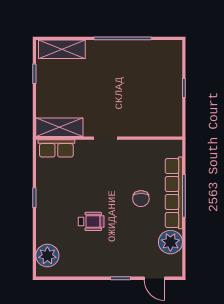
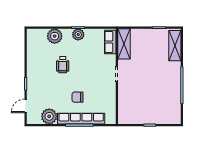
plant: (45, 198) -> (78, 35), added
plant: (47, 256) -> (55, 36), moved

